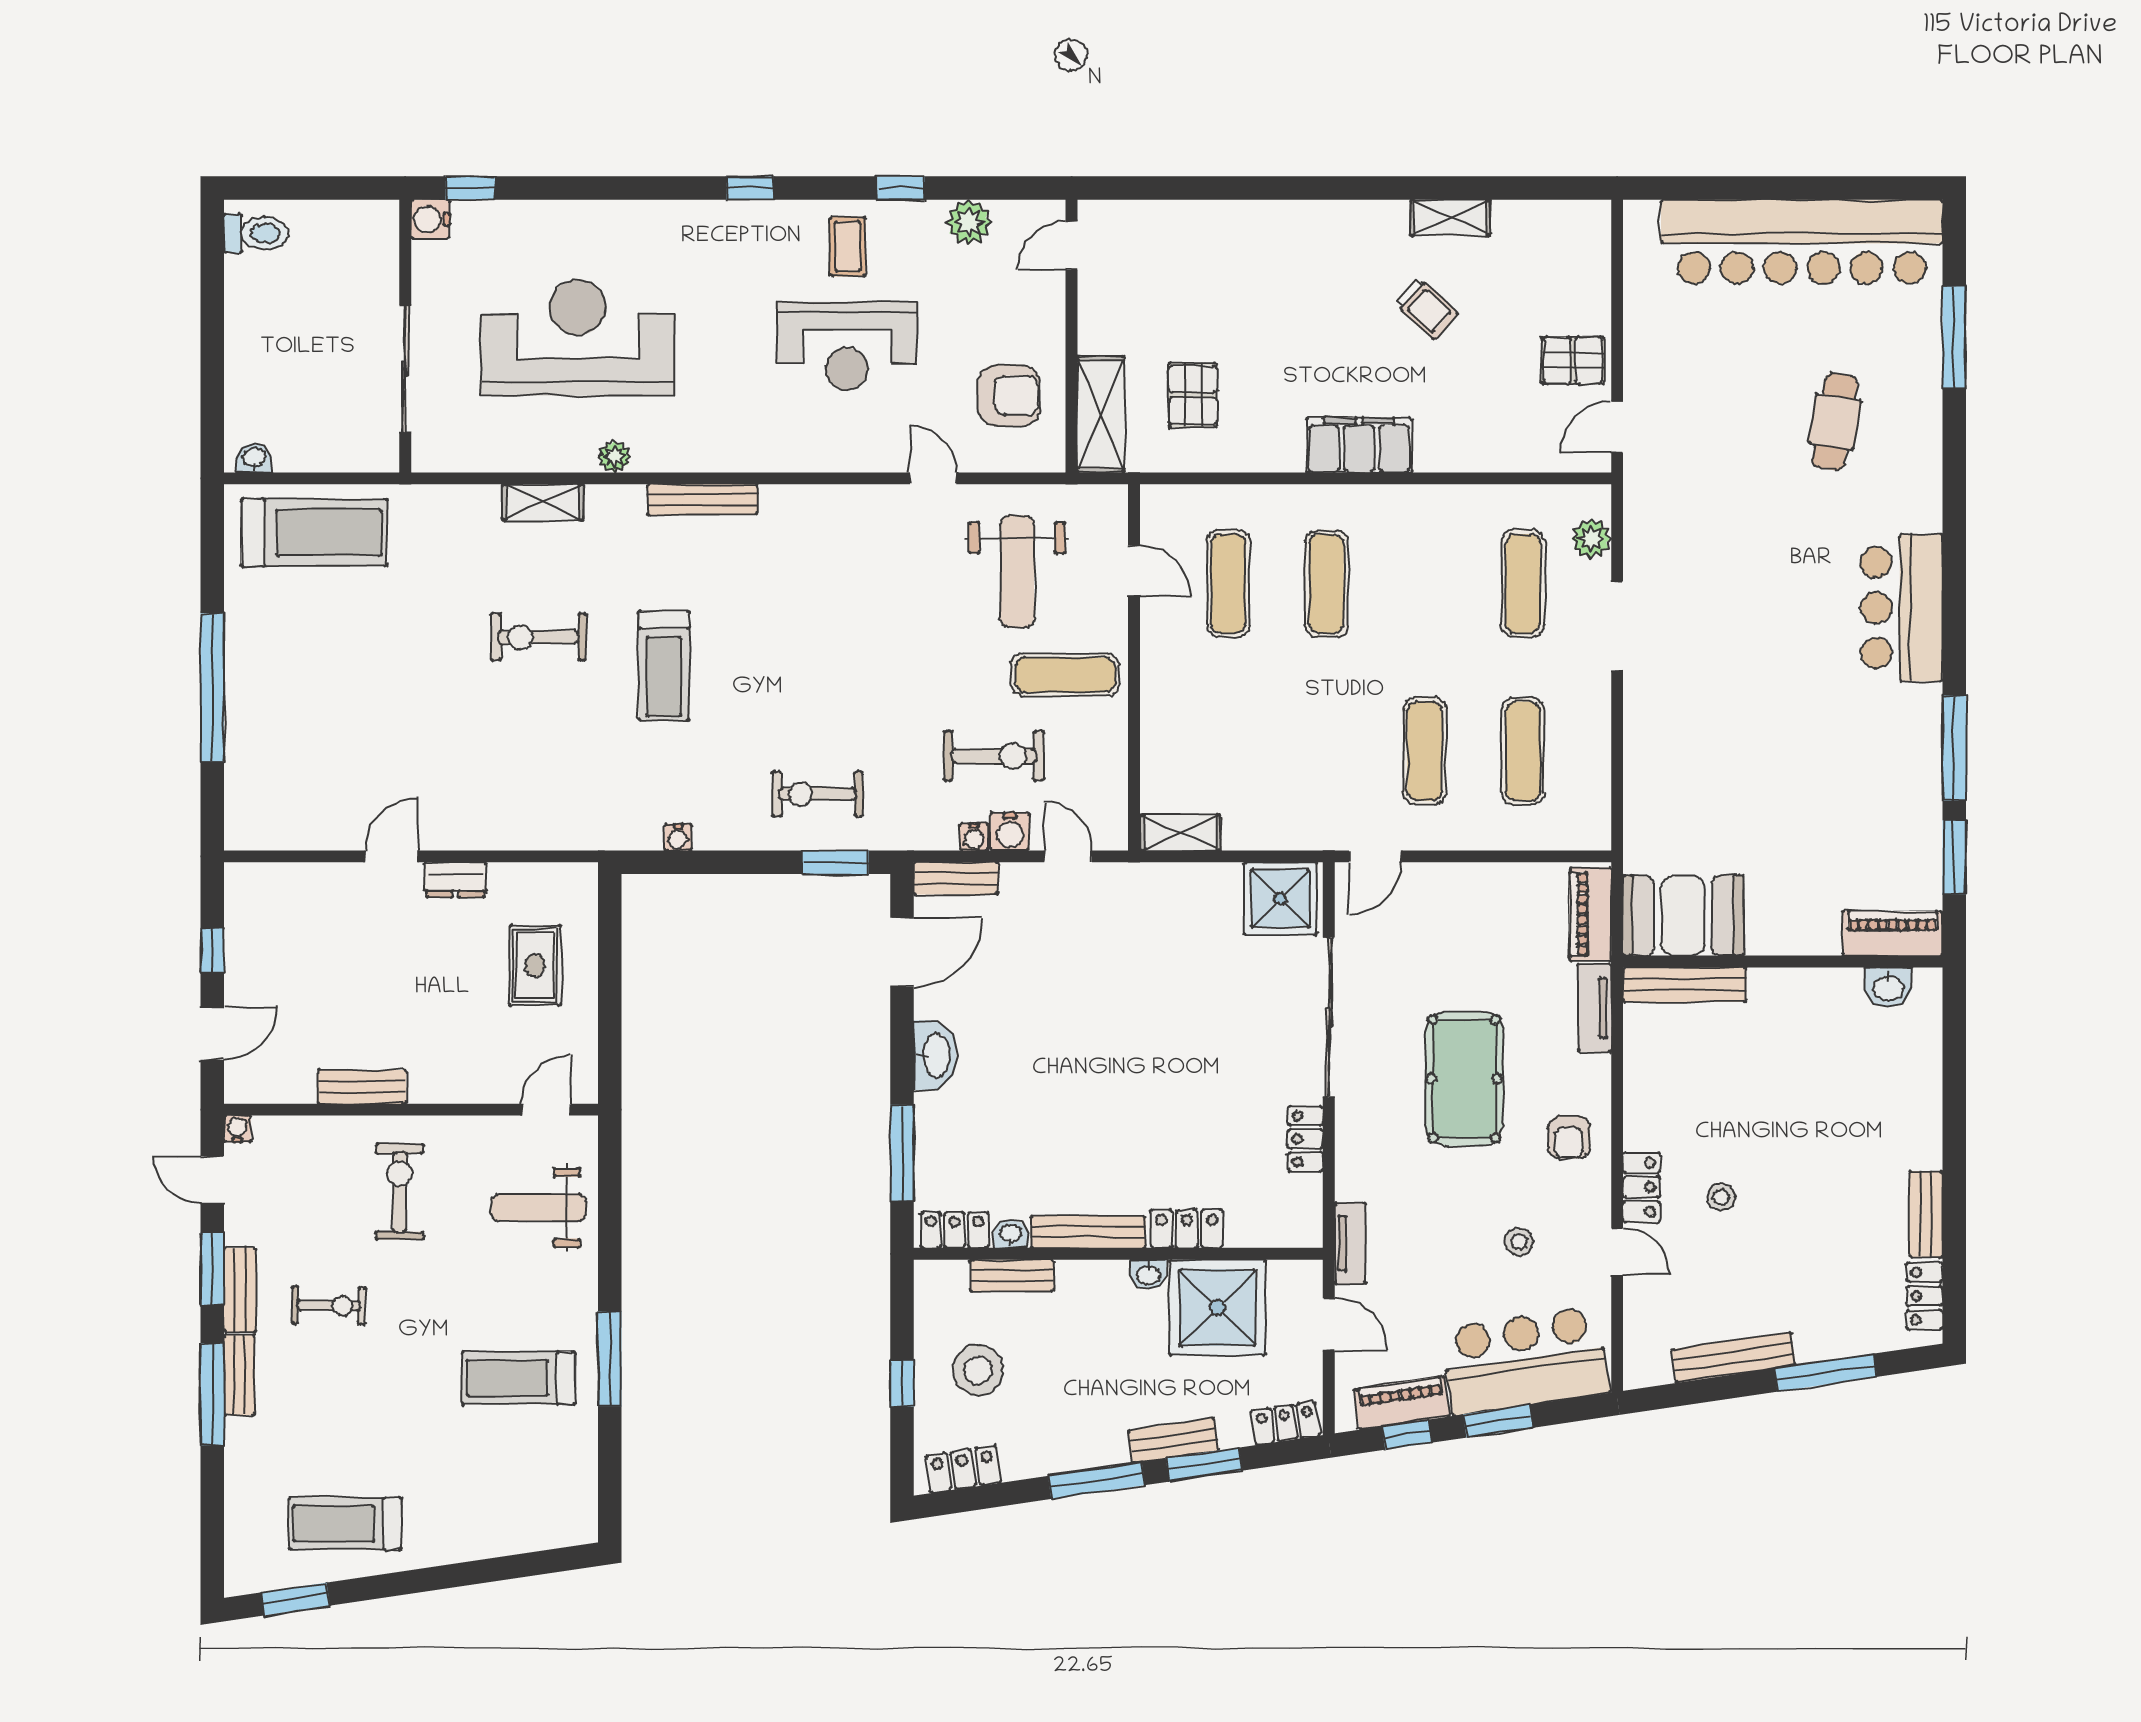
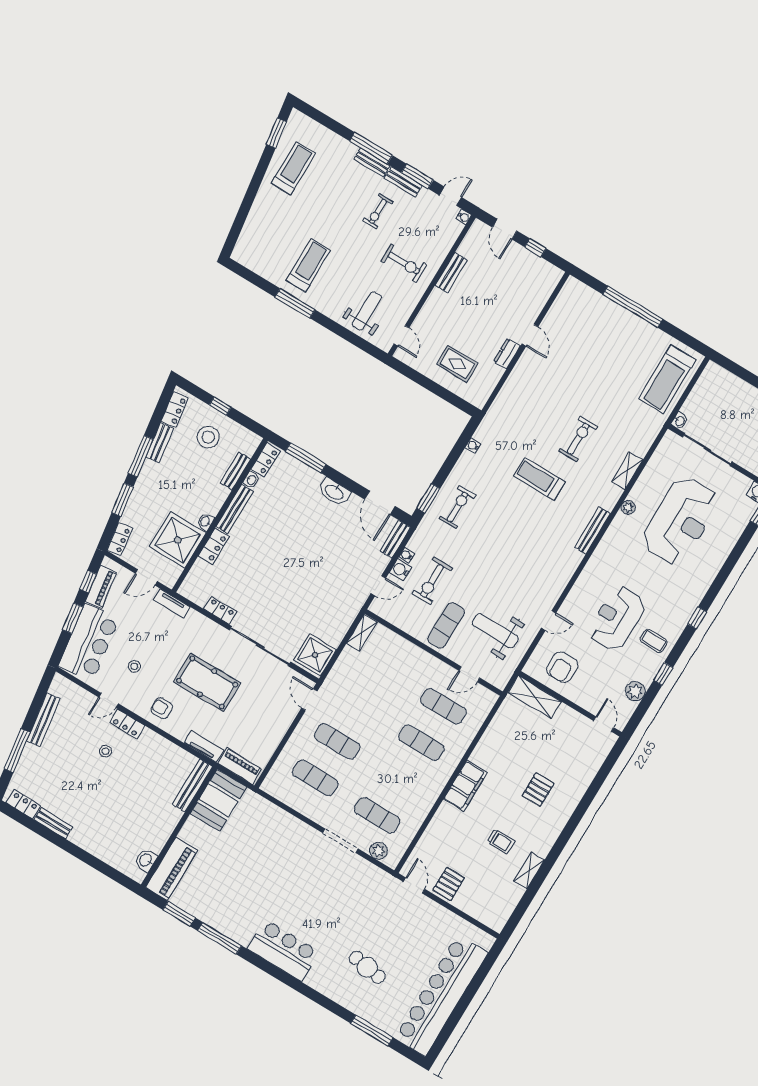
trolley: (1427, 308) -> (501, 841), turned -132
pallet: (1193, 395) -> (538, 790), moved, turned 90
washbasin: (254, 458) -> (680, 421), moved
piano: (1893, 933) -> (172, 869), width x1.37, depth x1.33
bench: (1174, 1440) -> (160, 443), moved

